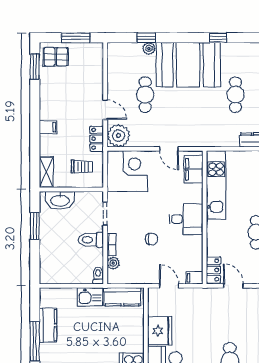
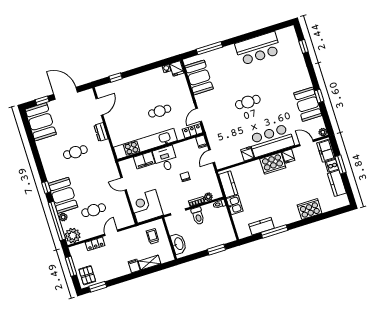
window: (146, 38) -> (57, 221), width x3.17
window: (218, 38) -> (46, 187), moved
booth: (188, 65) -> (63, 195), width x0.73, depth x0.70
plant: (118, 136) -> (73, 236), moved
locker: (97, 139) -> (95, 244), moved
door: (169, 149) -> (124, 184), swing flipped
filing cabinet: (193, 169) -> (144, 160), moved
shelving: (46, 172) -> (150, 262), moved
kitchen unit: (216, 185) -> (145, 144), width x1.36
window: (35, 226) -> (216, 250), moved
fridge: (160, 331) -> (247, 154), width x0.53, depth x0.75

